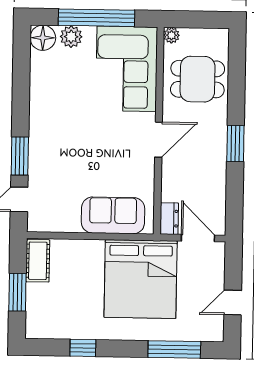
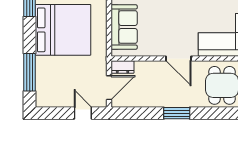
bed: (141, 279) -> (63, 30), moved, turned 180
door: (233, 302) -> (83, 113), moved

